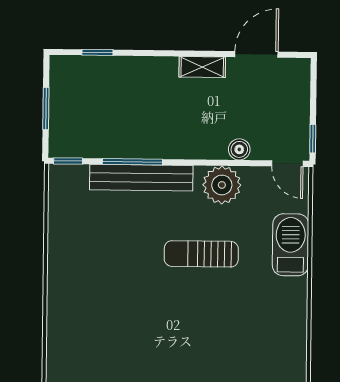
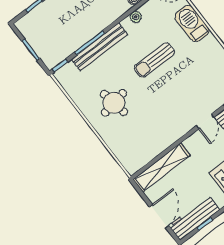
plant: (222, 185) -> (136, 17), width x0.53, depth x0.53
round table: (101, 269) -> (114, 103), added

